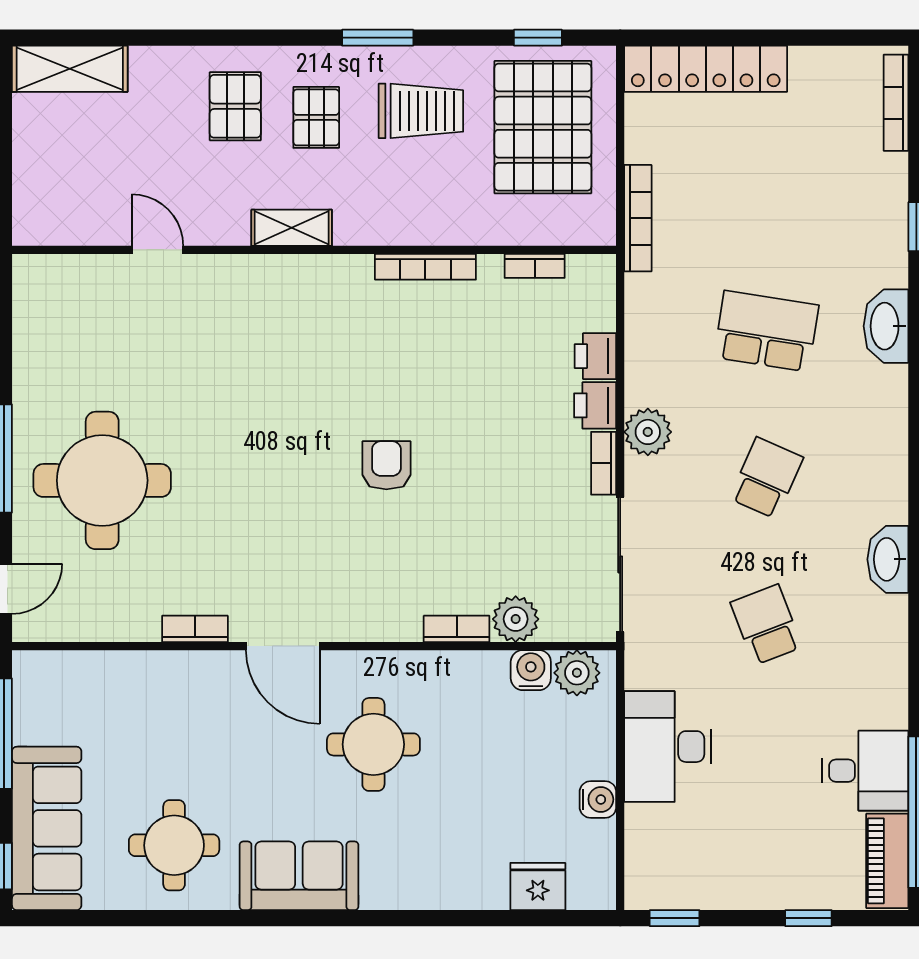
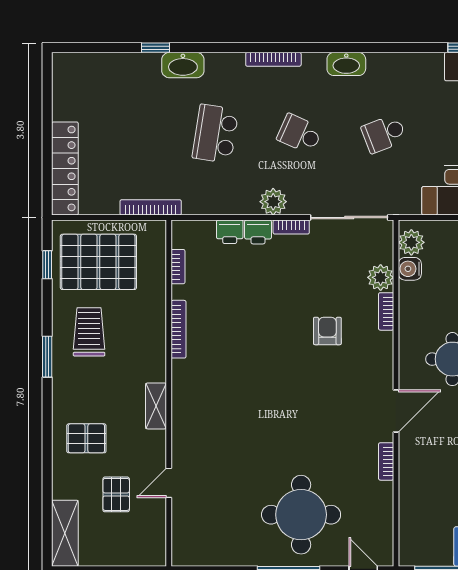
bookcase: (896, 103) -> (273, 59), moved
pallet: (316, 117) -> (116, 494), moved, turned 90
washbasin: (886, 326) -> (183, 65), moved
armchair: (386, 465) -> (327, 331), moved, turned 90

